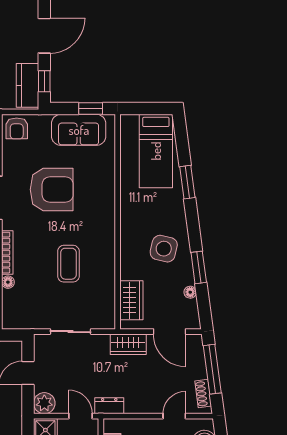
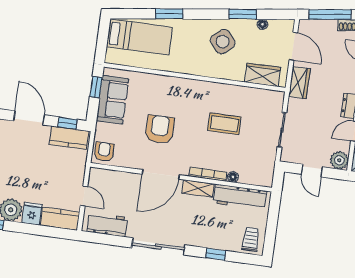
armchair: (17, 128) -> (104, 152), turned -90
armchair: (52, 190) -> (160, 129), width x0.73, depth x0.73
side table: (164, 249) -> (223, 42), turned 36
door: (169, 332) -> (293, 46), hinge flipped

